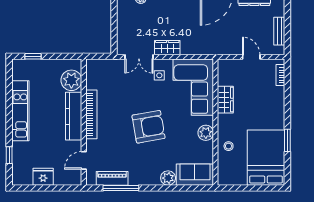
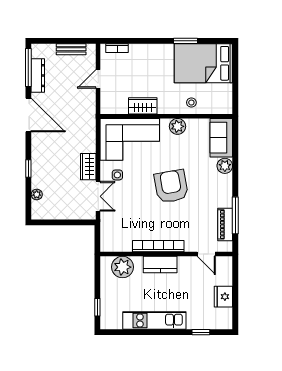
kitchen counter: (74, 116) -> (160, 265), width x0.67

